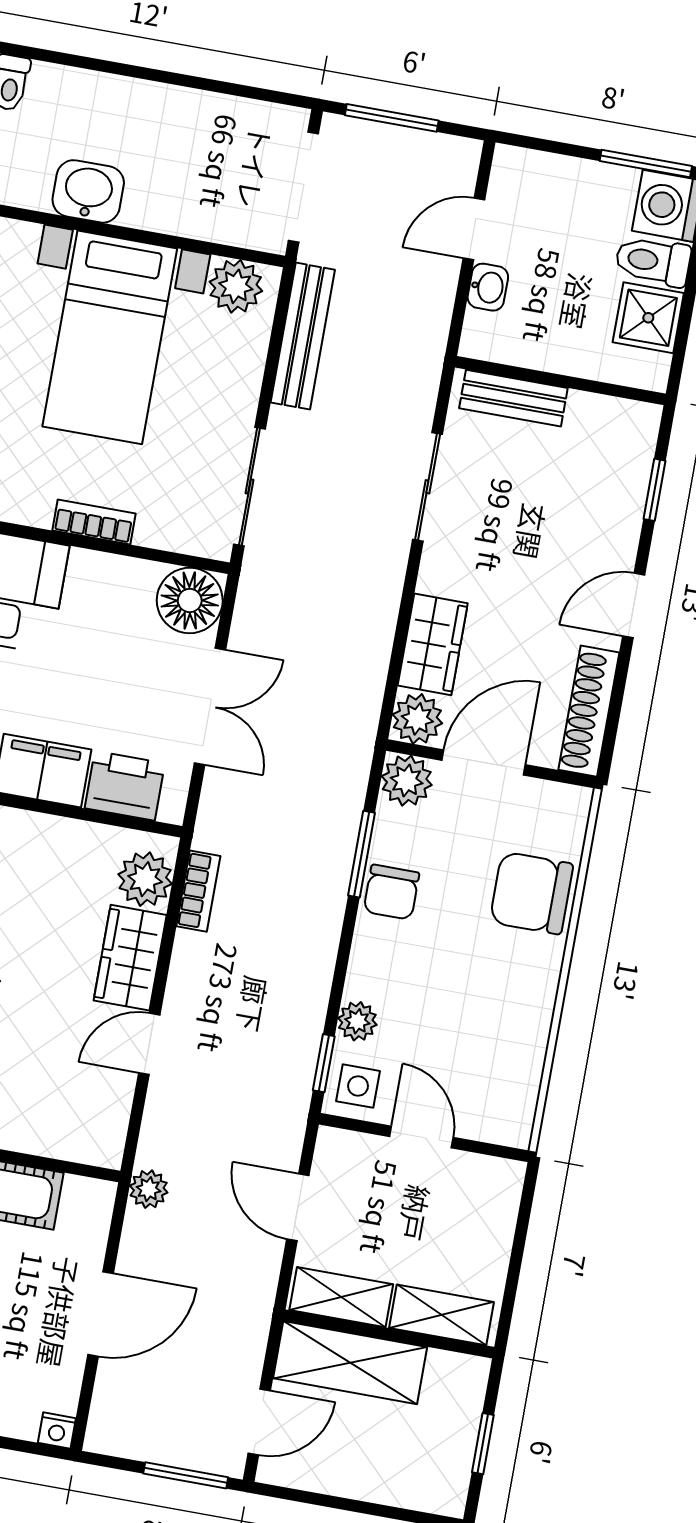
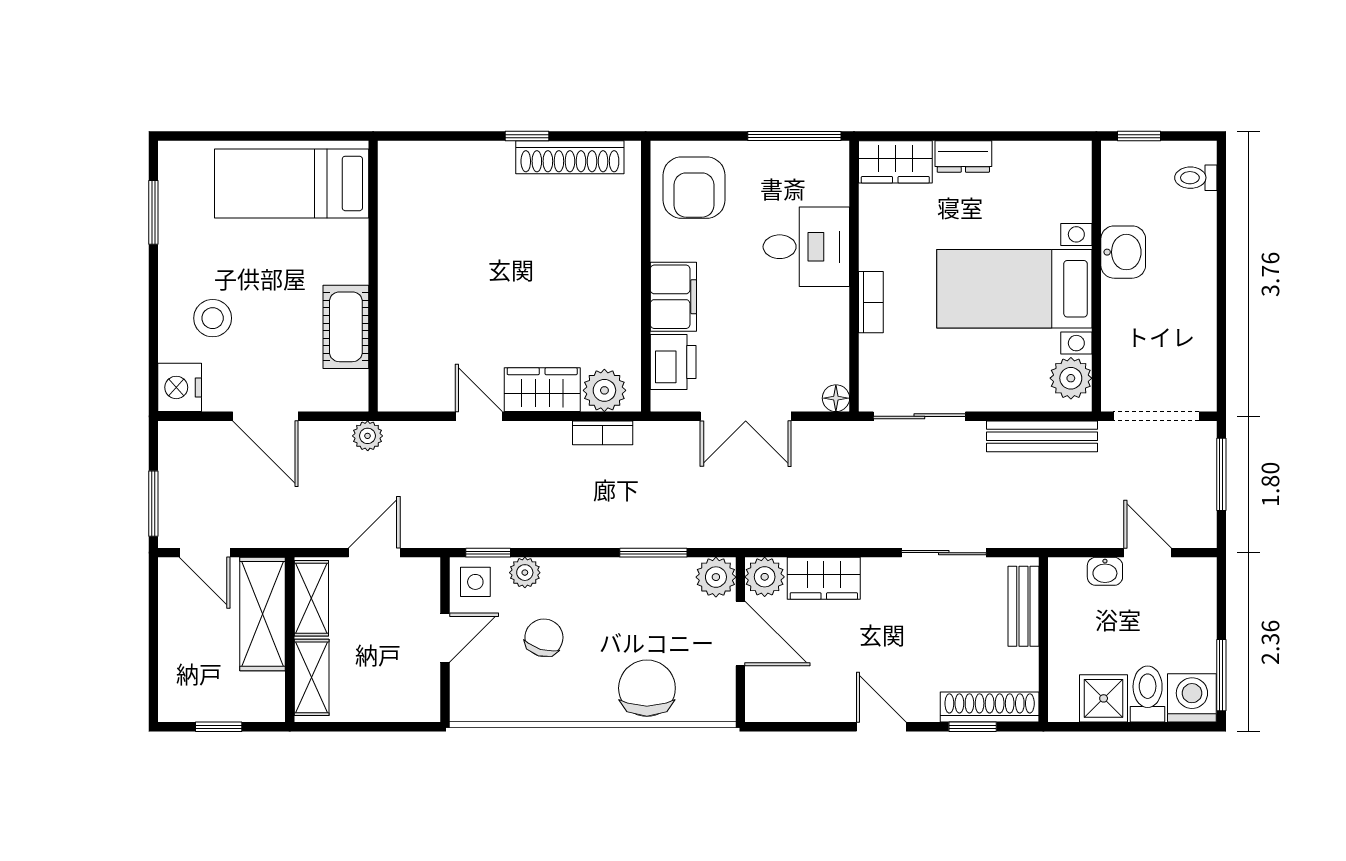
floor lamp: (190, 600) -> (836, 398), width x0.53, depth x0.53
shoe rack: (589, 711) -> (990, 707), moved
chair: (391, 892) -> (544, 638), moved, turned 107
nightstand: (57, 1430) -> (180, 387), width x1.89, depth x1.79

